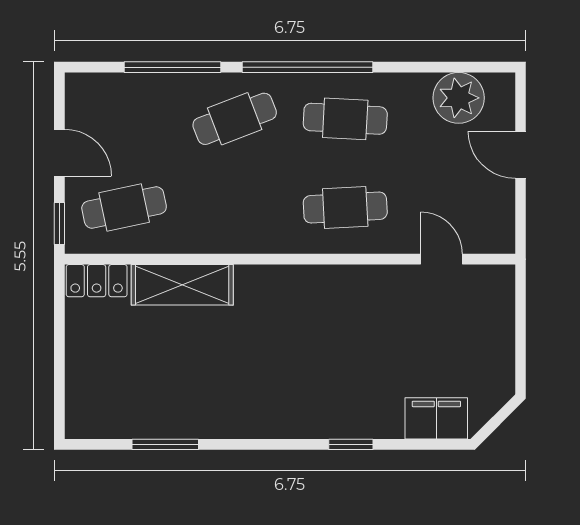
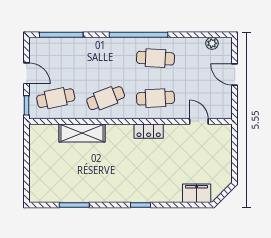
window: (173, 67) -> (61, 35), moved
plant: (459, 98) -> (212, 43), width x0.53, depth x0.53
cafe table: (235, 119) -> (106, 98), moved
locker: (97, 281) -> (149, 131), moved
window: (351, 444) -> (141, 205), moved

